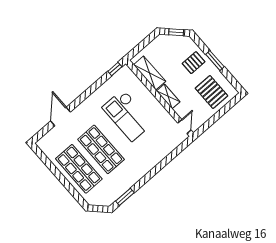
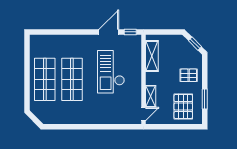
window: (215, 61) -> (205, 99), moved
shelving: (168, 96) -> (151, 96), moved
door: (60, 117) -> (109, 32), moved
window: (125, 197) -> (60, 127), removed

